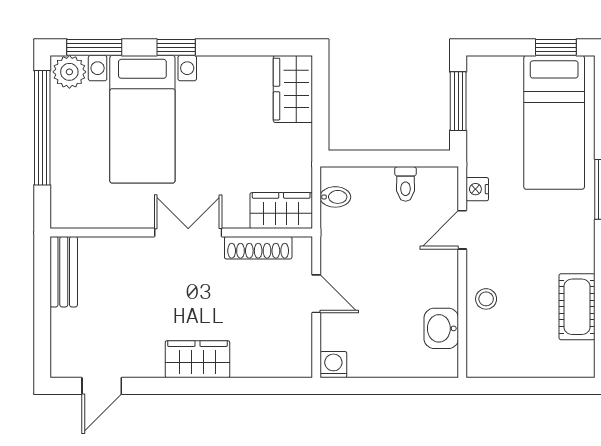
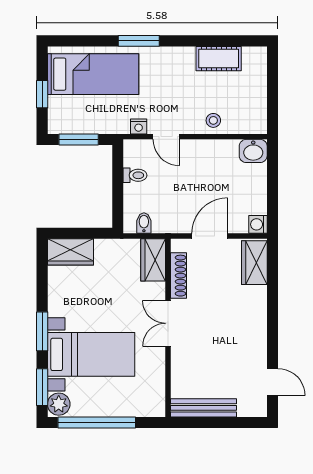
window: (176, 47) -> (42, 331), width x1.50
window: (556, 47) -> (42, 94), moved
bench: (64, 272) -> (204, 408), width x1.36
door: (316, 294) -> (210, 236), width x1.38
washbasin: (441, 328) -> (253, 151), moved
wardrobe: (197, 359) -> (254, 263), moved

